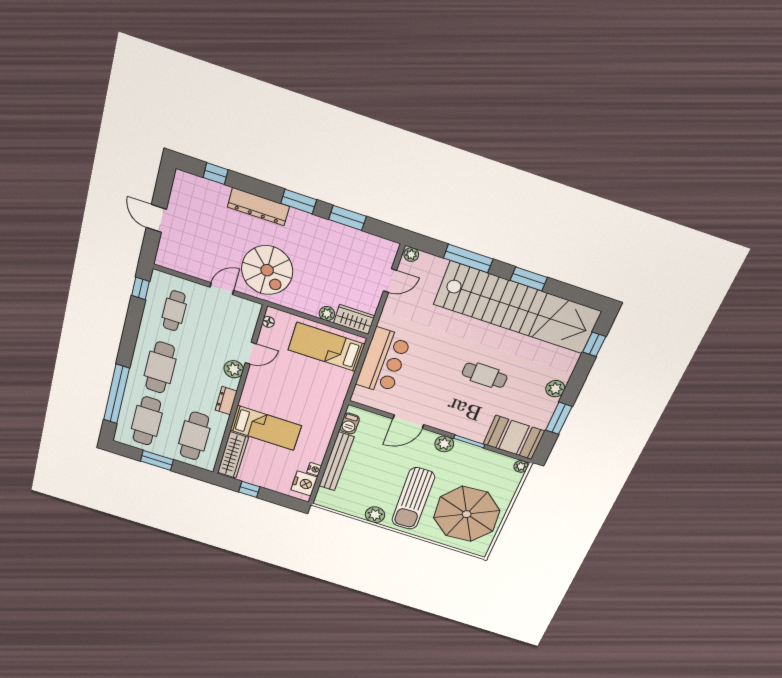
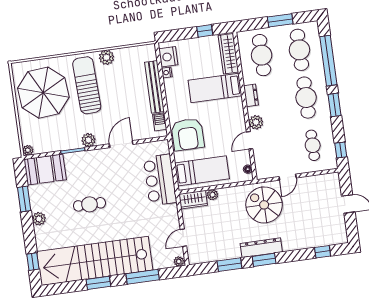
dresser: (258, 207) -> (261, 248), moved
window: (128, 343) -> (335, 105), added
armchair: (323, 395) -> (188, 134), added

